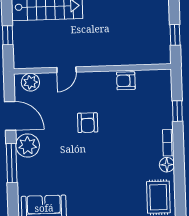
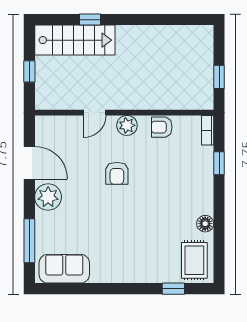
plant: (30, 82) -> (127, 125), moved
bookcase: (168, 143) -> (208, 130), moved
window: (12, 163) -> (29, 241), moved

